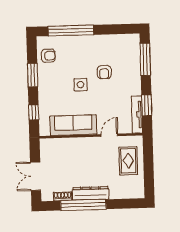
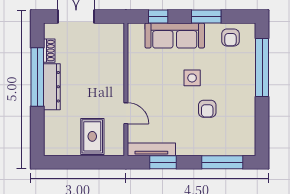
armchair: (104, 72) -> (207, 109), turned -90
sofa: (73, 125) -> (175, 36), moved, turned 90
rug: (128, 161) -> (92, 136), turned 90

